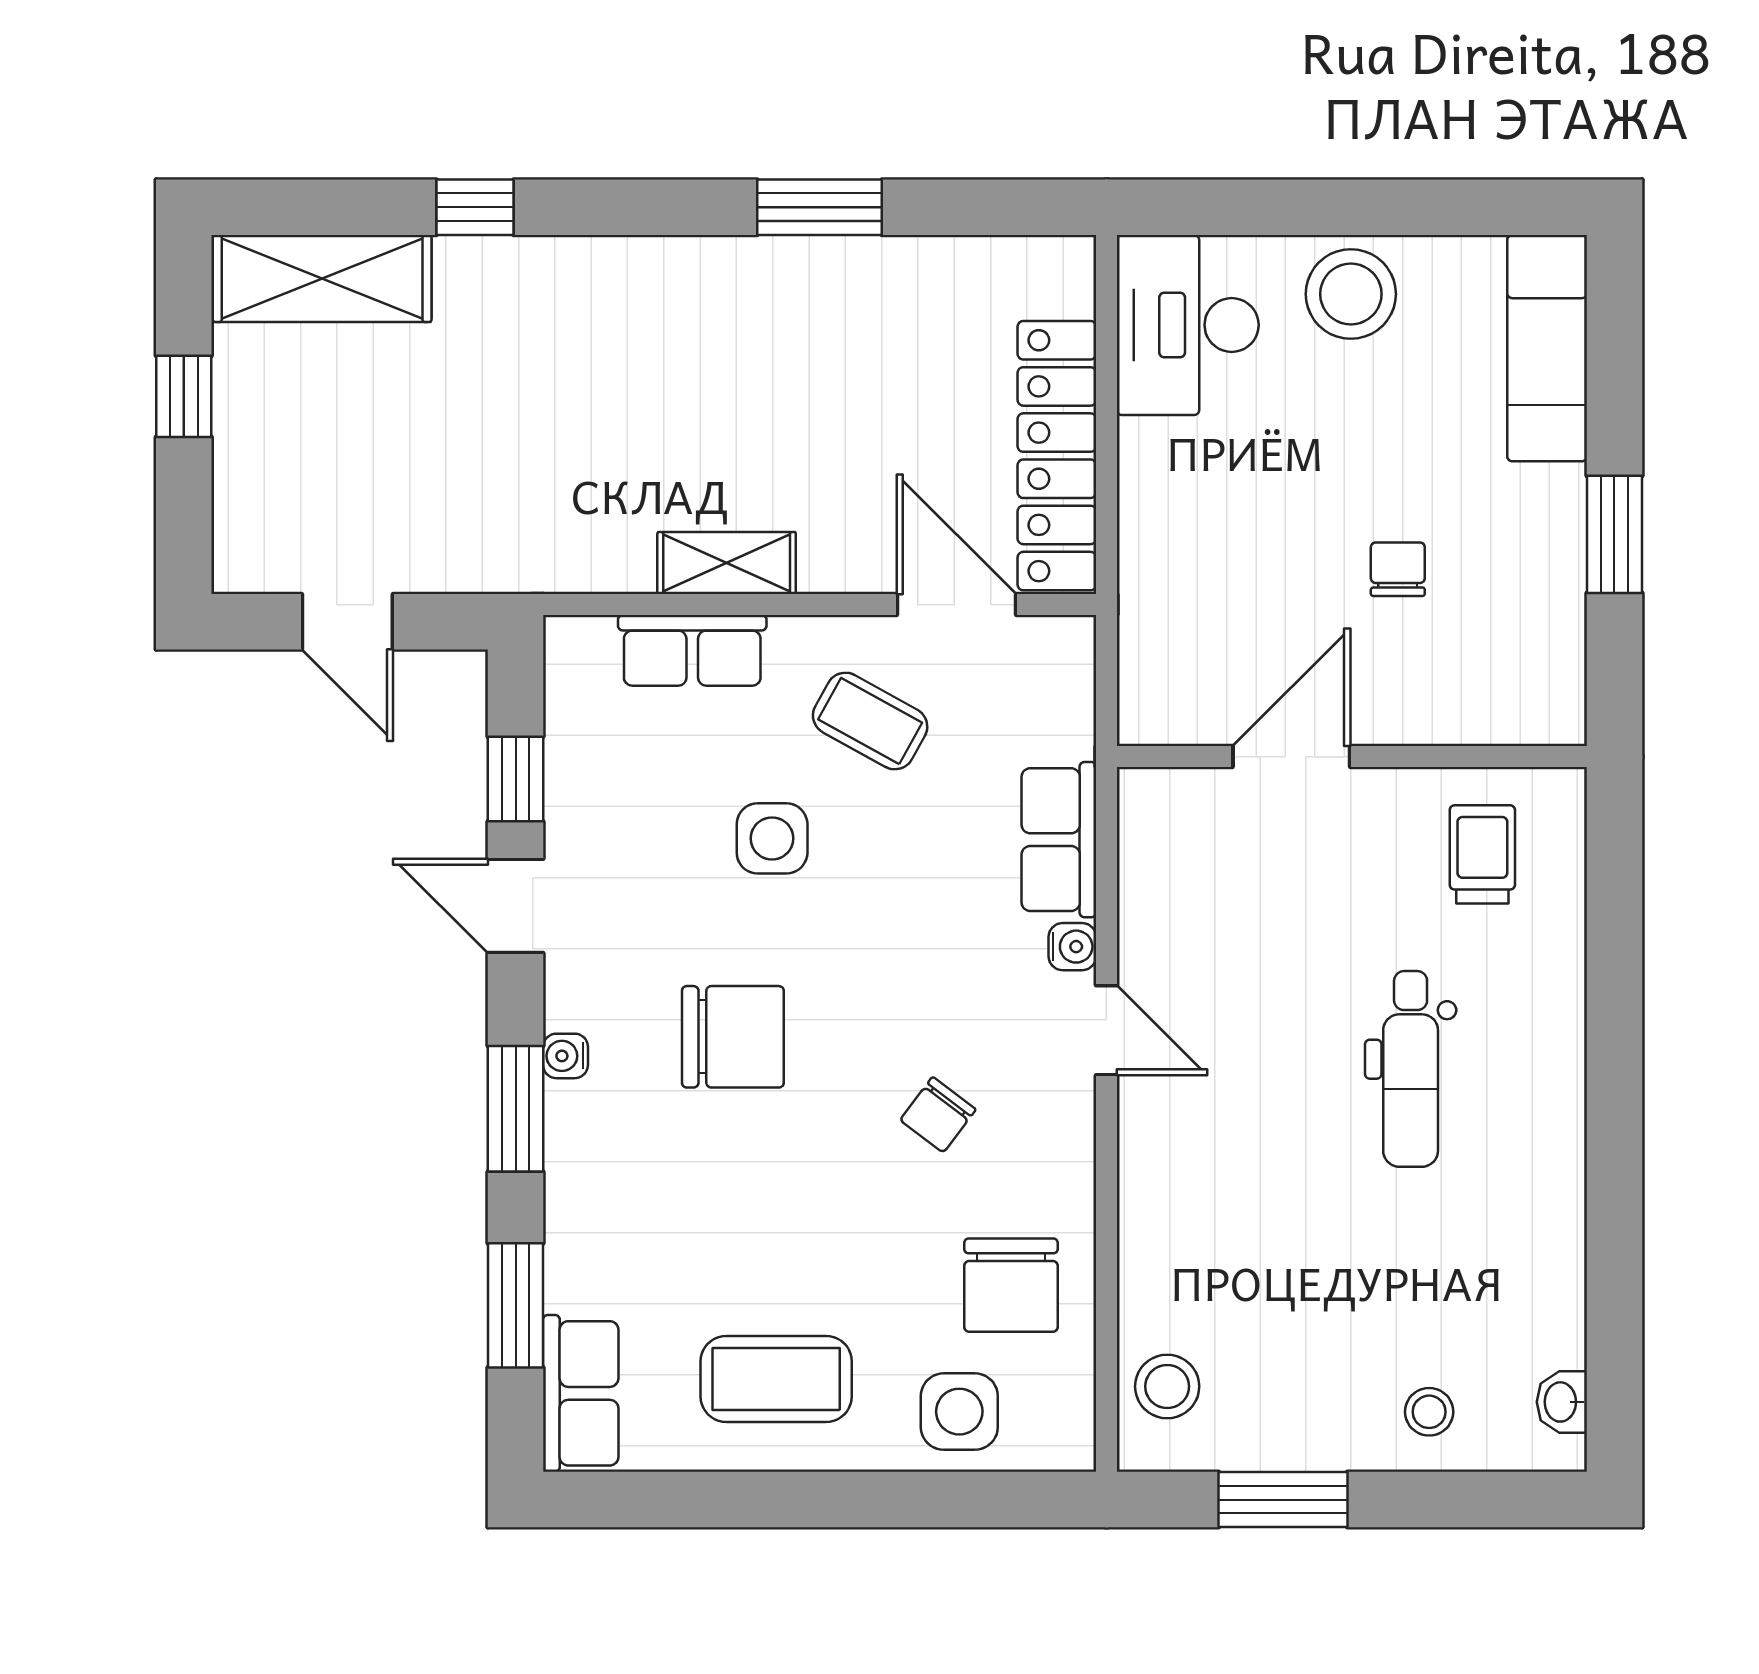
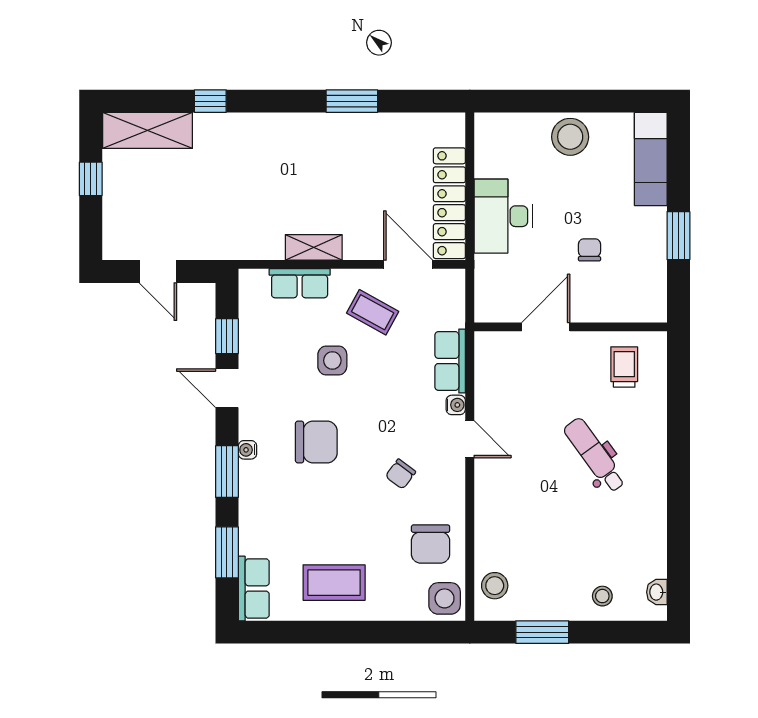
desk: (1188, 325) -> (503, 216), moved
dental chair: (1411, 1069) -> (595, 455), turned 144
side table: (959, 1412) -> (445, 598), moved

